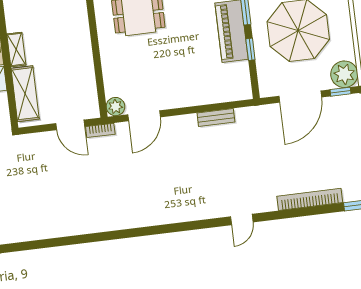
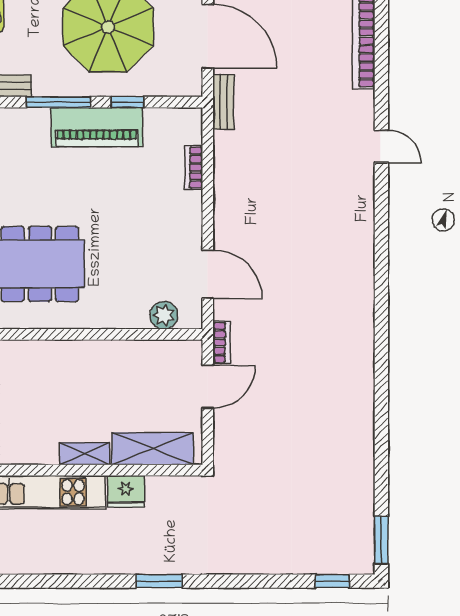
bookcase: (213, 98) -> (194, 168), added
plant: (115, 107) -> (164, 315), moved
bench: (216, 117) -> (223, 102), moved

